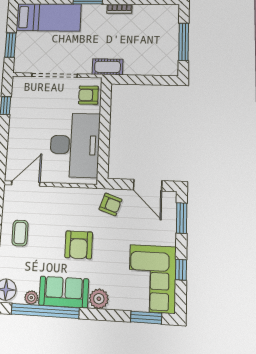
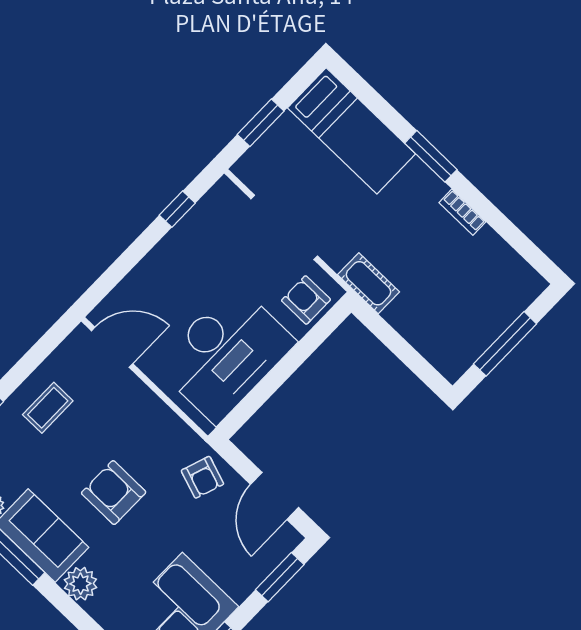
armchair: (79, 245) -> (114, 493), turned 90

